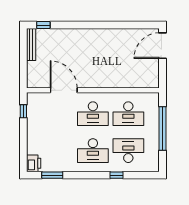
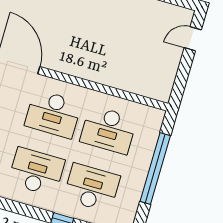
door: (163, 46) -> (193, 39), width x0.53
desk: (93, 151) -> (36, 172), turned 180

